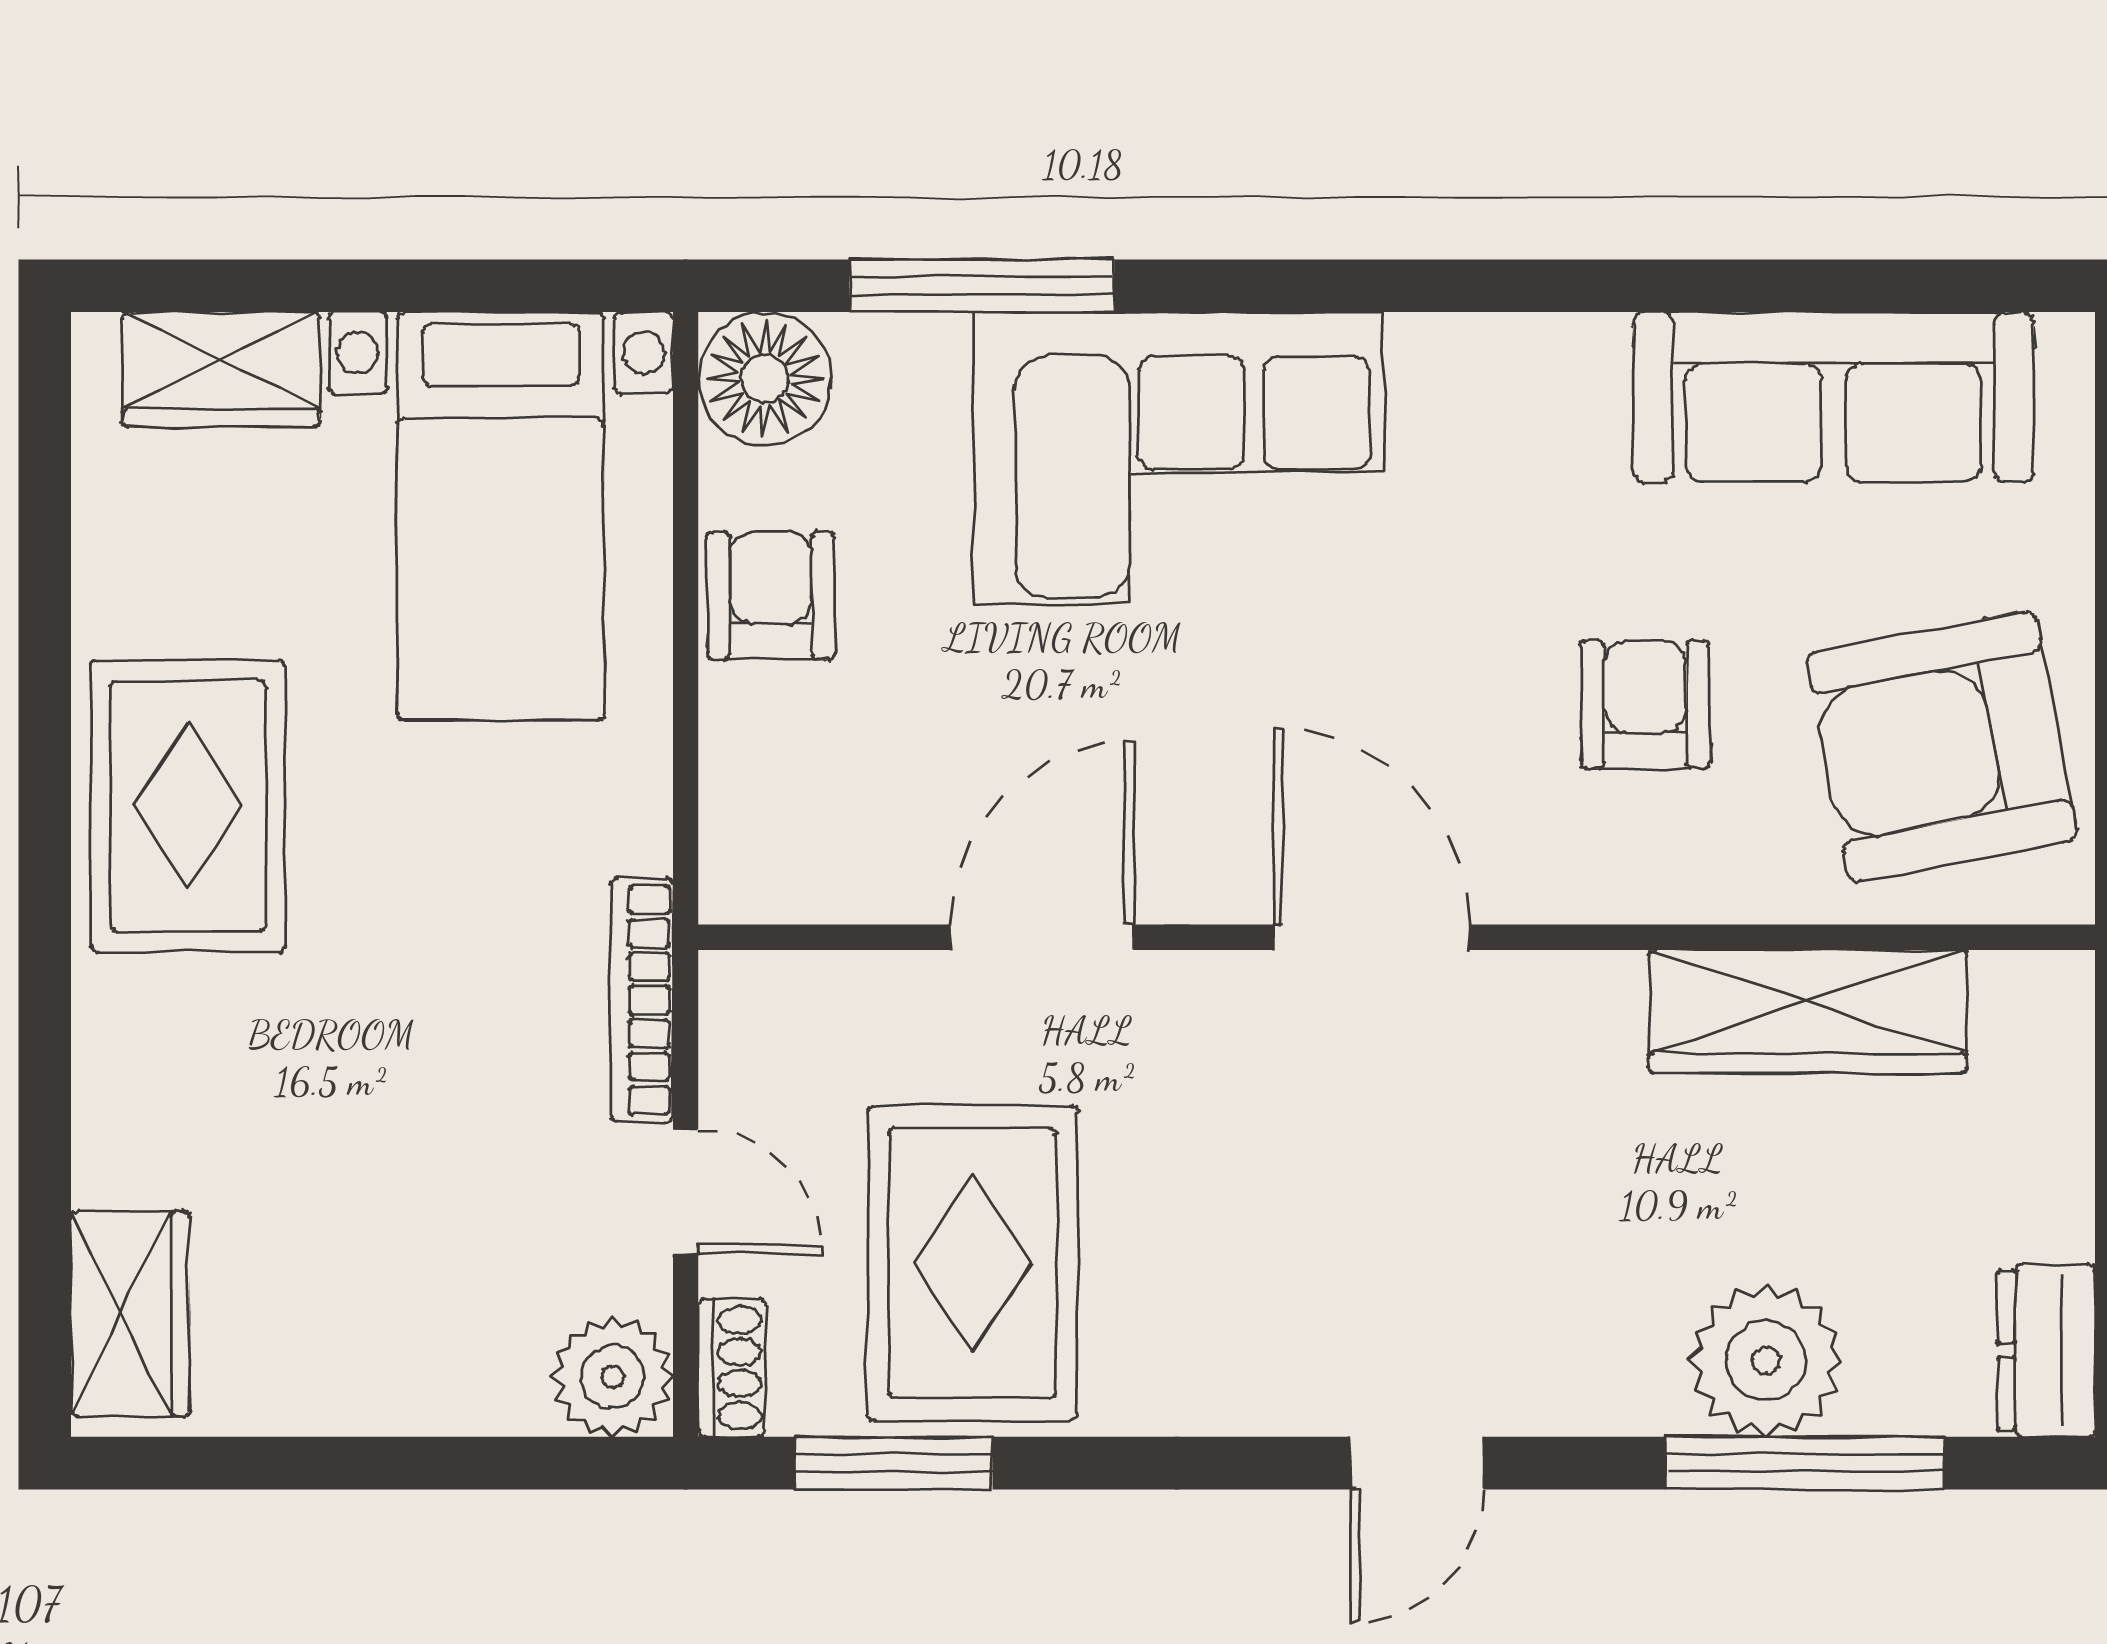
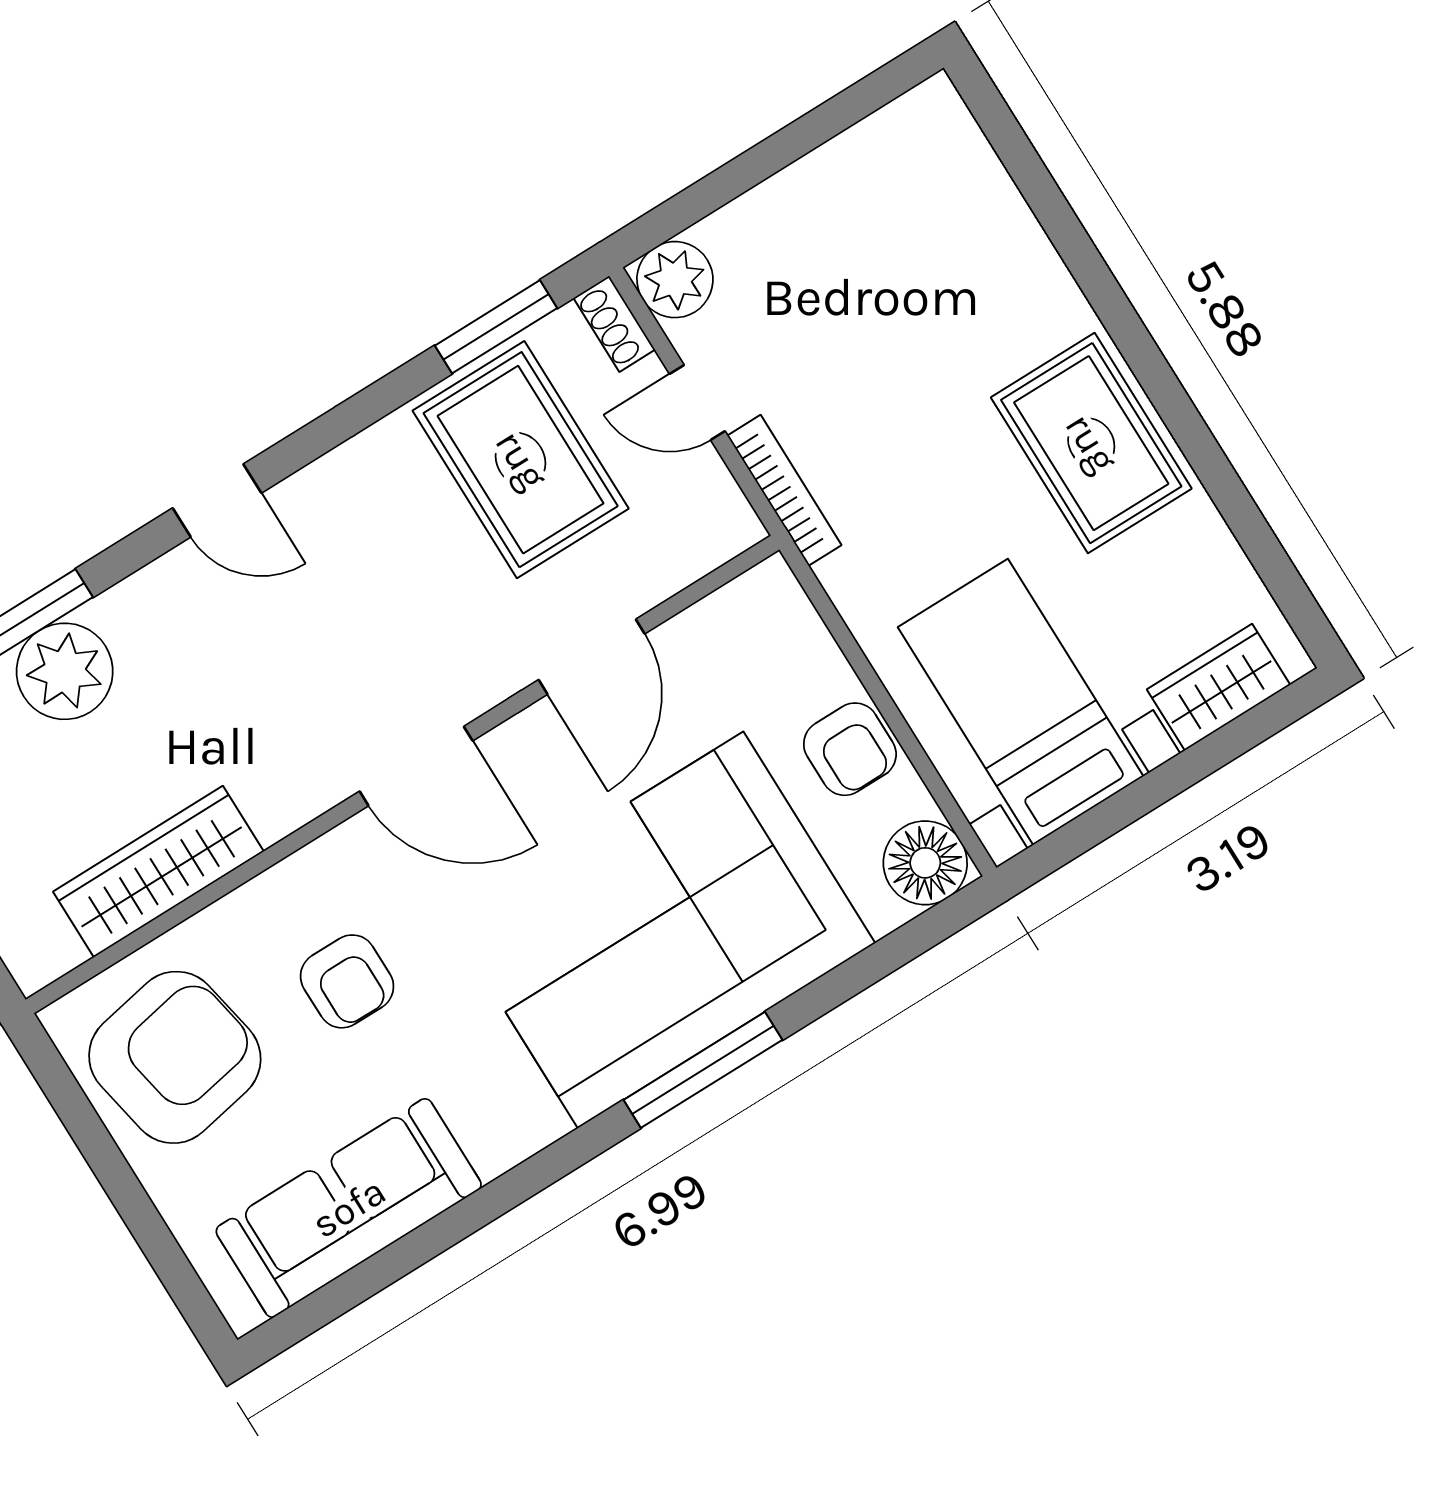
window: (982, 286) -> (703, 1070), moved
corner sofa: (1178, 458) -> (661, 930), width x1.36, depth x1.36
wardrobe: (130, 1314) -> (953, 153), removed
door: (1417, 1463) -> (217, 501), swing flipped

